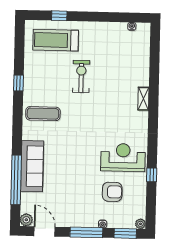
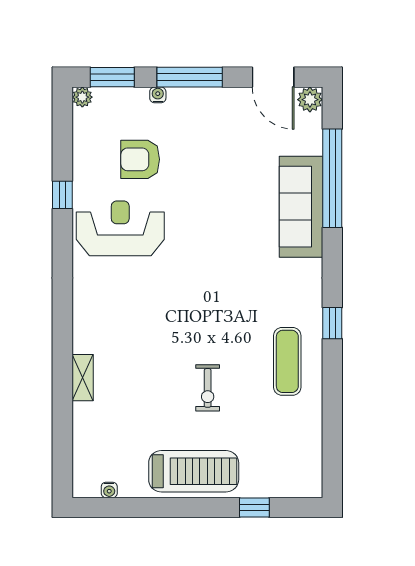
treadmill: (56, 40) -> (194, 471), moved
exercise bike: (81, 76) -> (208, 388), width x0.73, depth x0.72
window: (18, 83) -> (332, 323), moved
shelving: (143, 99) -> (83, 378), moved
exercise mat: (43, 114) -> (287, 361), moved, turned 90
reception desk: (123, 157) -> (120, 228), turned 180

